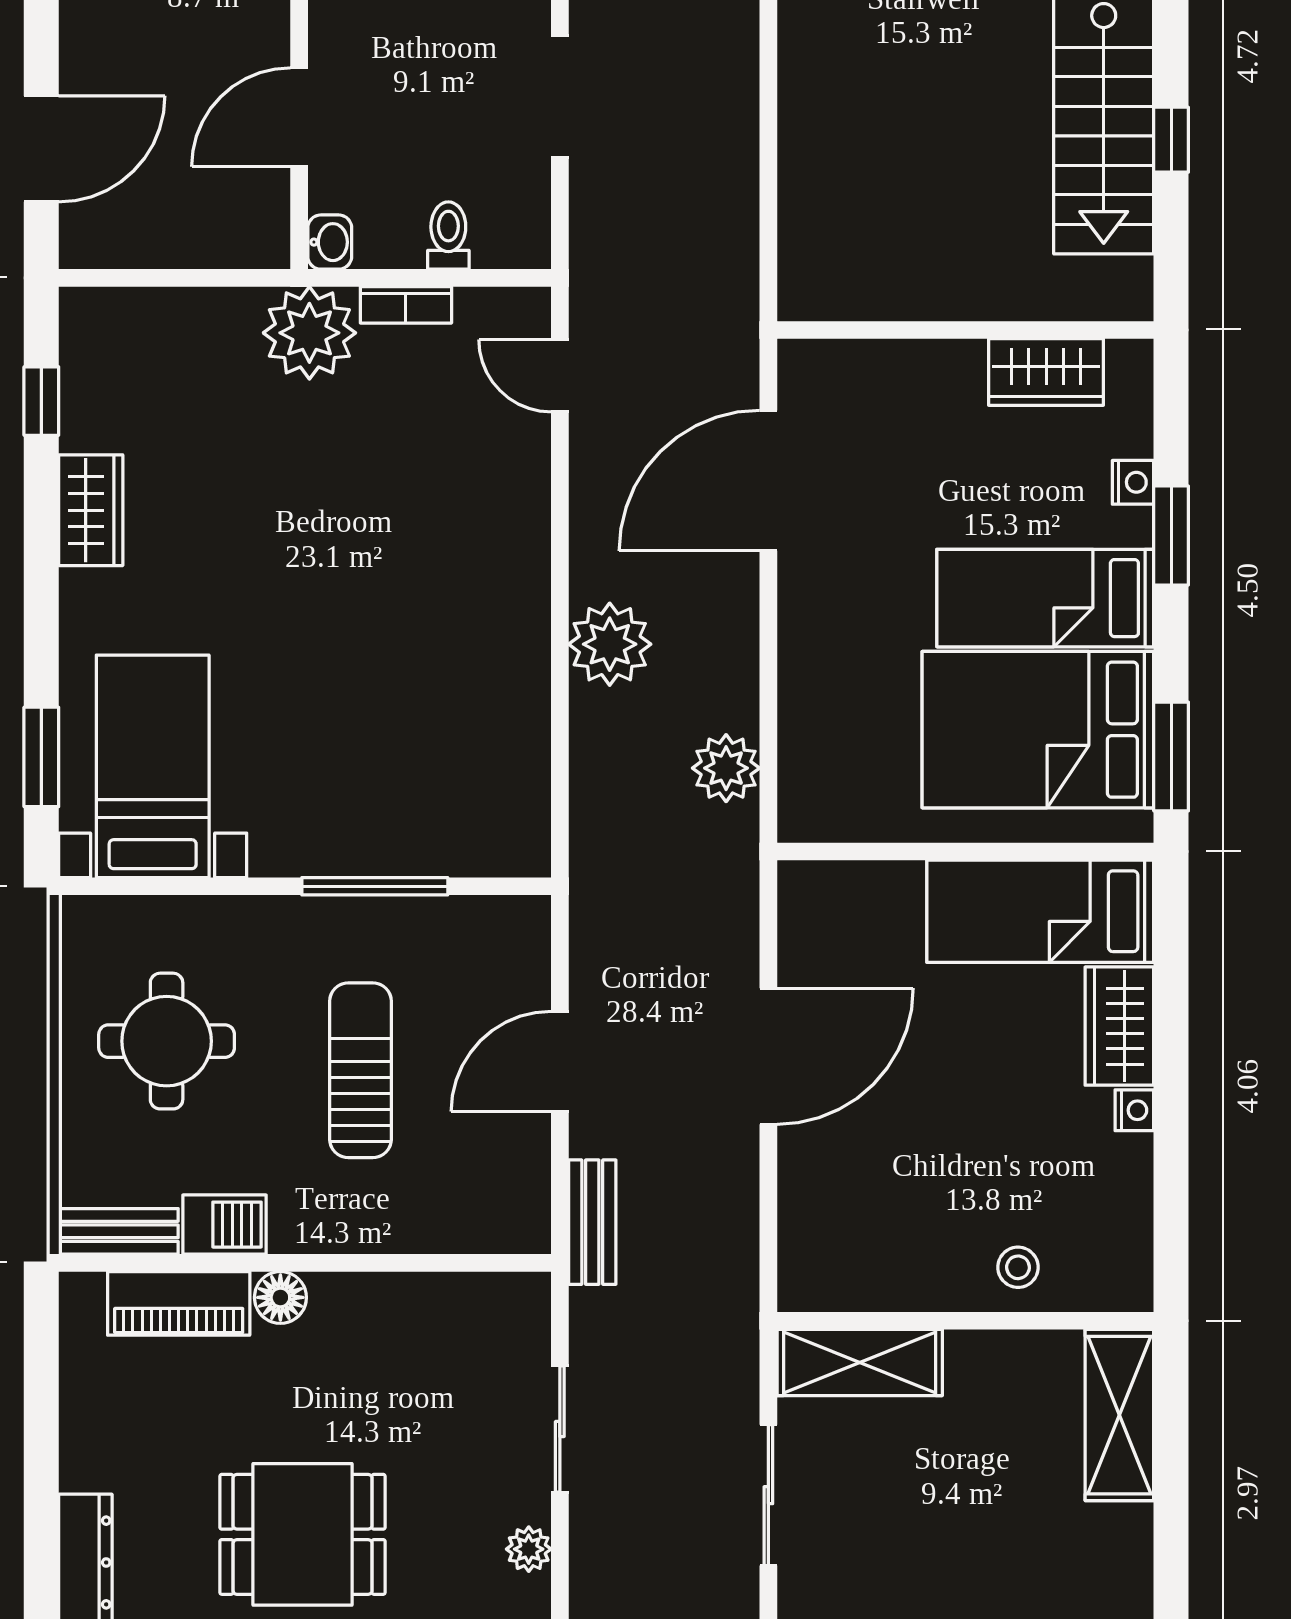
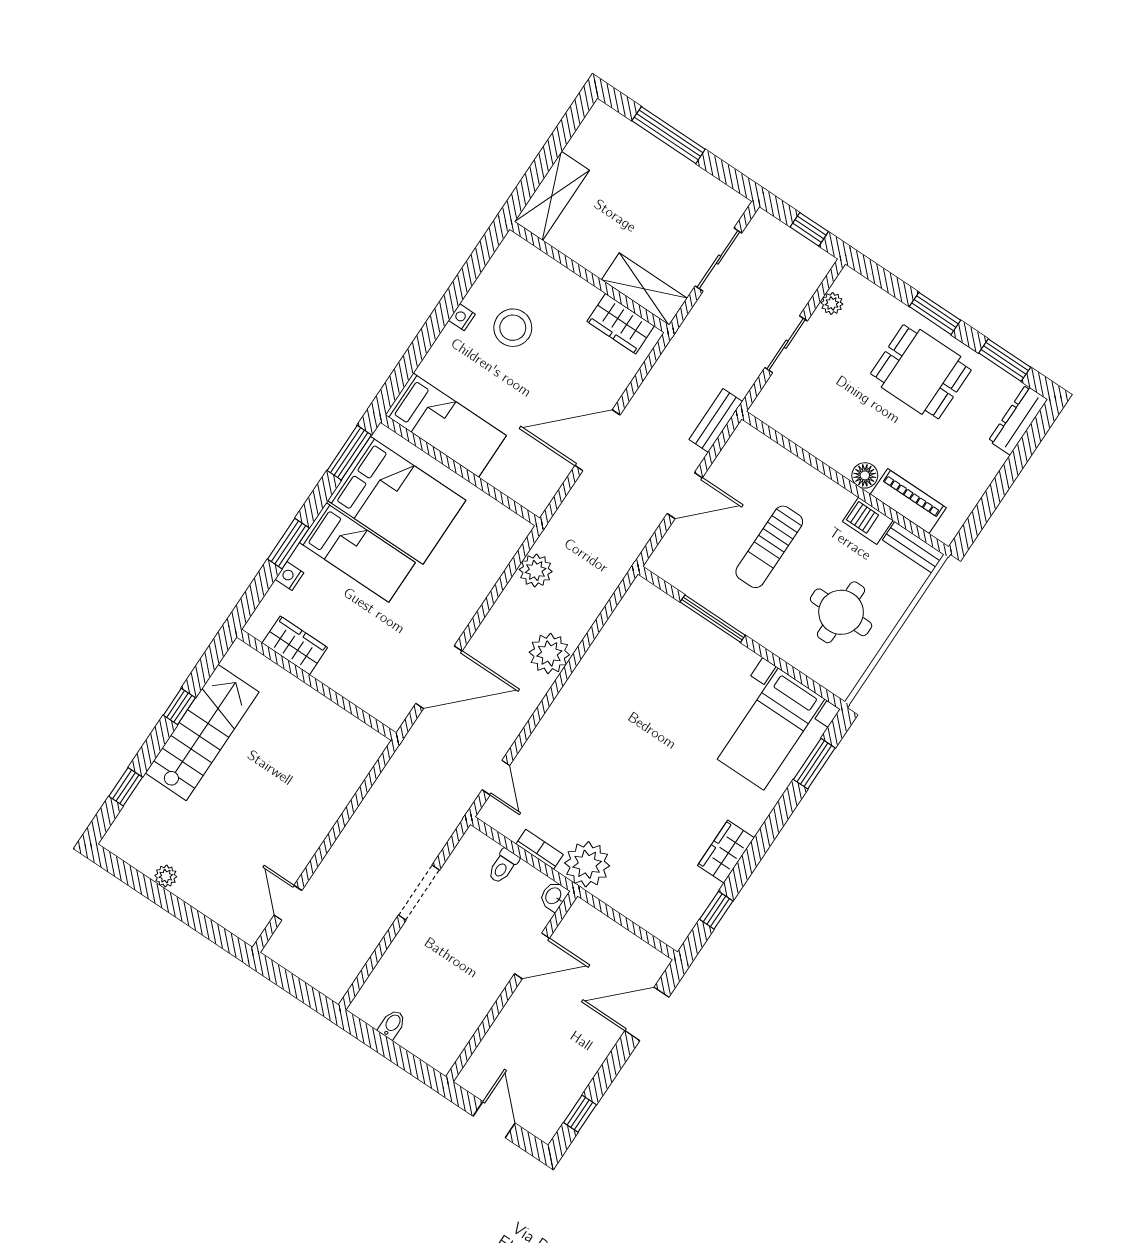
wardrobe: (1119, 1026) -> (621, 324), moved, turned 90
stool: (1018, 1267) -> (513, 328), moved, width x1.89, depth x1.89

